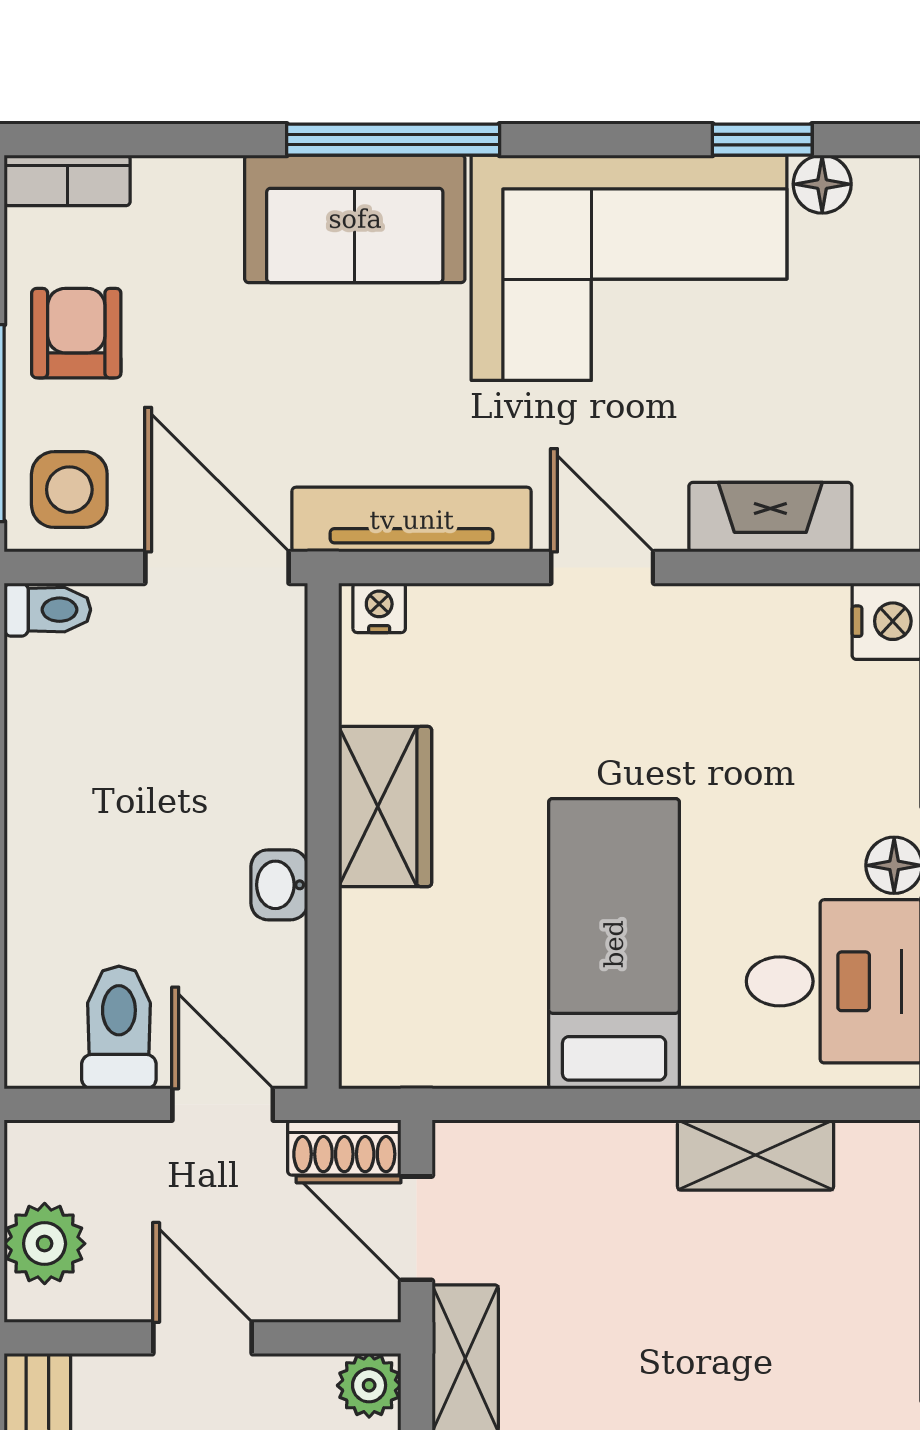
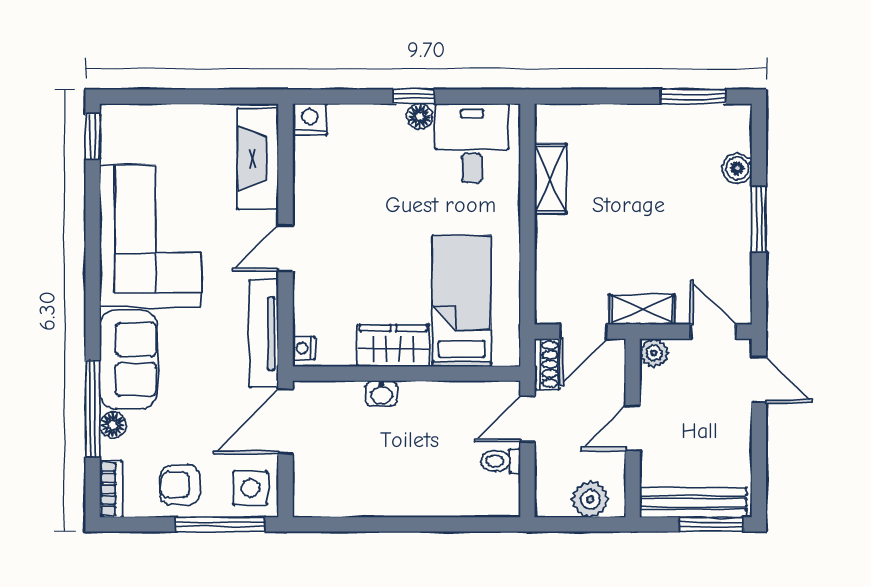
window: (393, 140) -> (93, 409), moved
window: (762, 140) -> (93, 136), moved
floor lamp: (822, 184) -> (113, 425), moved
fireplace: (770, 517) -> (258, 159), width x1.37, depth x1.32
toilet: (47, 610) -> (304, 498), removed
washbasin: (279, 885) -> (381, 393), moved
bed: (614, 944) -> (462, 301), moved, turned 90
toilet: (119, 1027) -> (501, 461), width x0.73, depth x0.72

